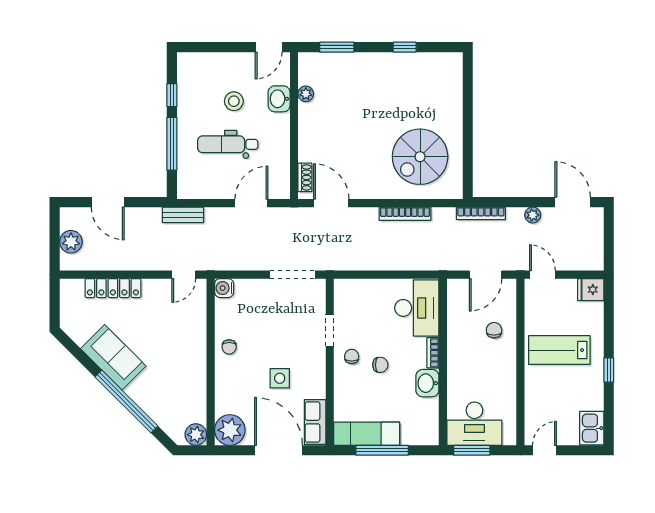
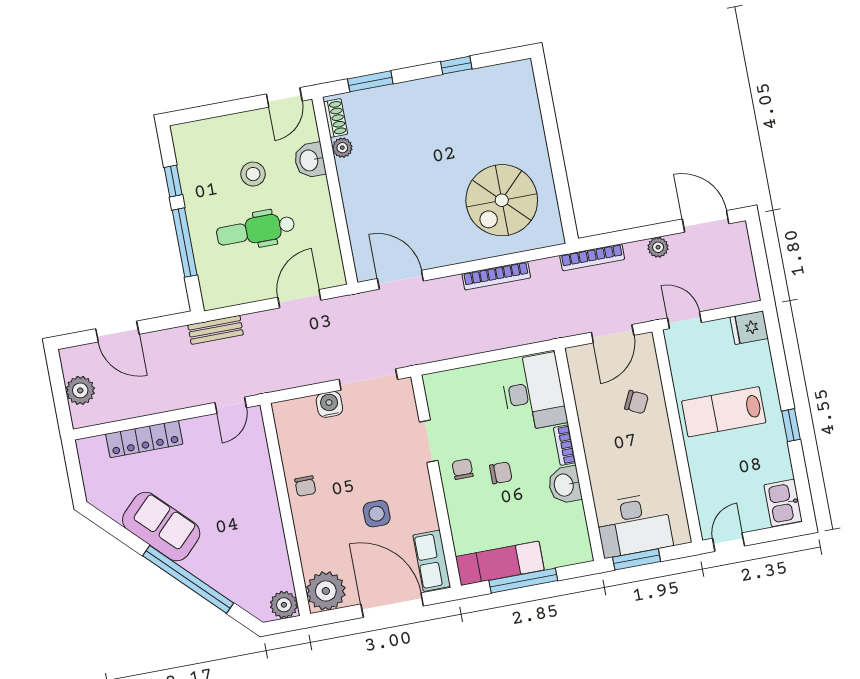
shoe rack: (305, 177) -> (336, 118), moved
water cooler: (224, 288) -> (329, 404), moved, turned 90
chair: (494, 330) -> (636, 402), turned 116

